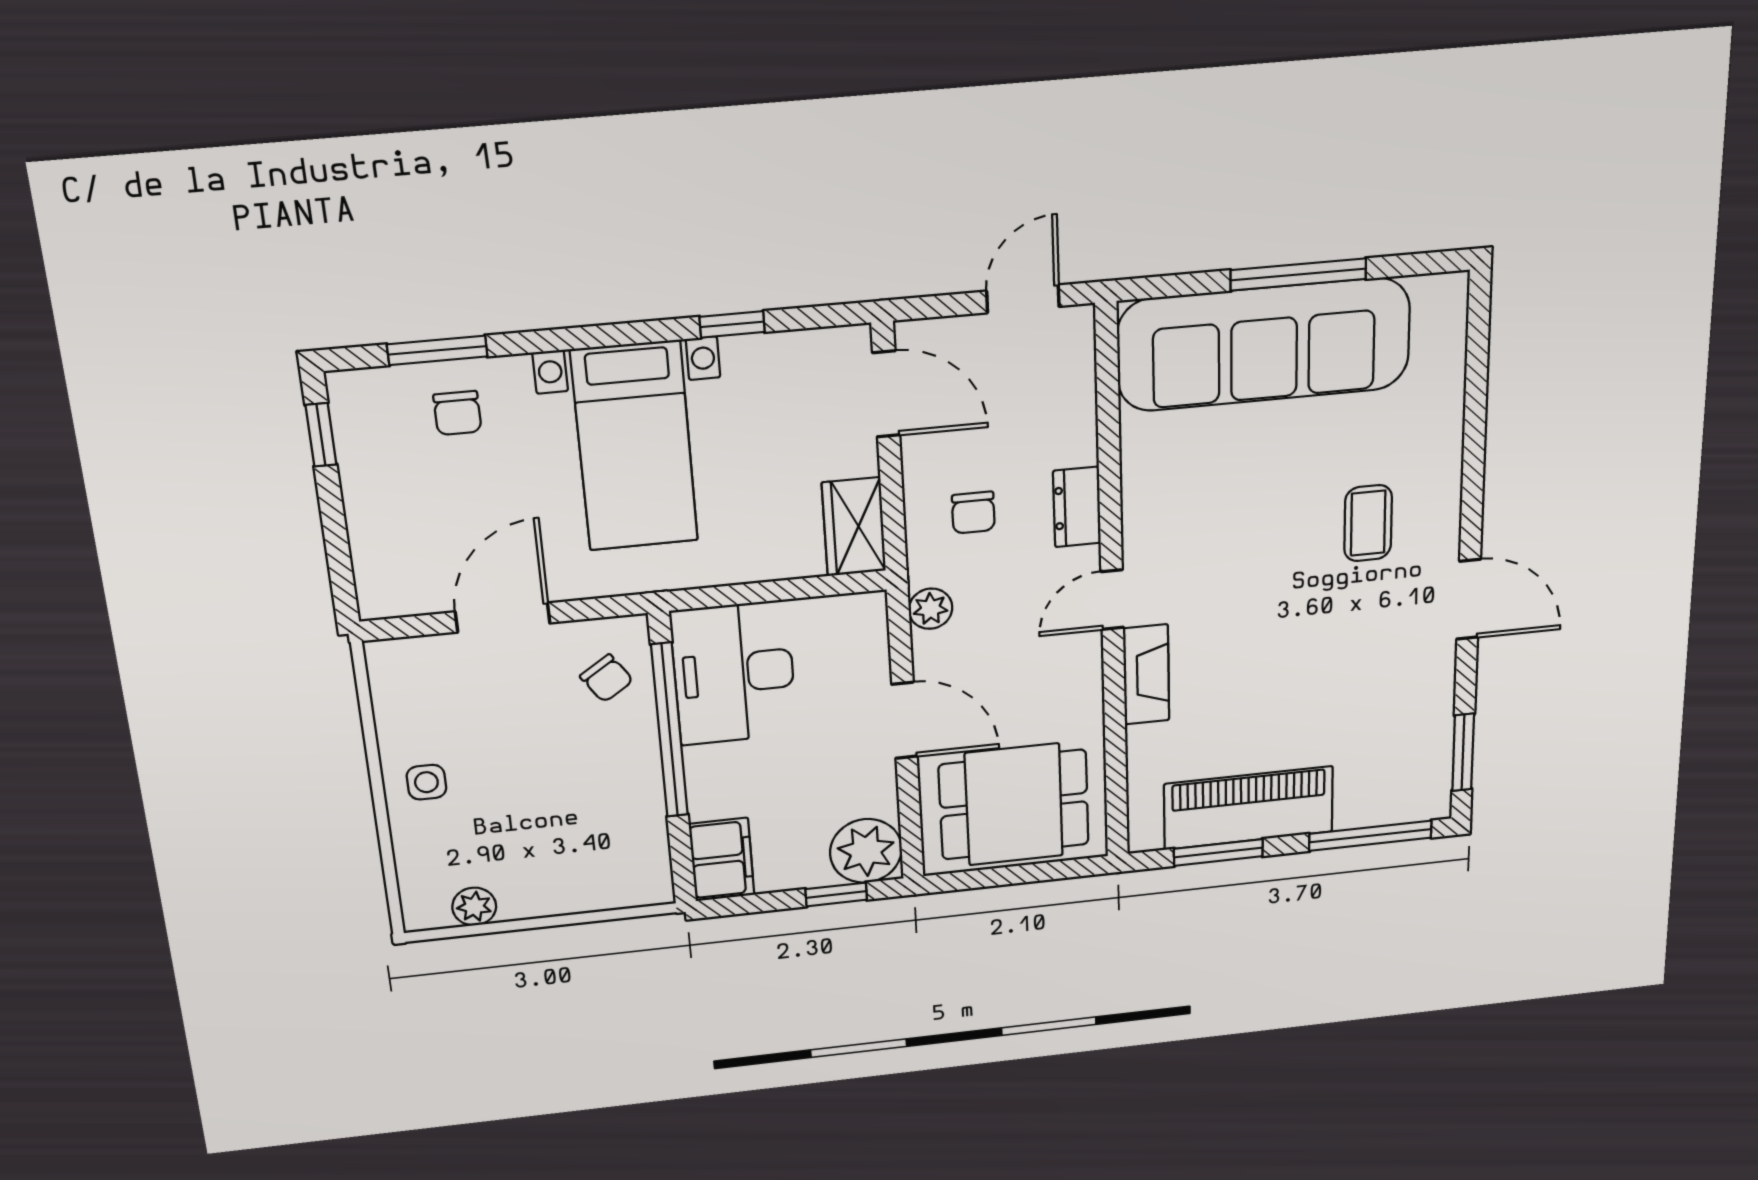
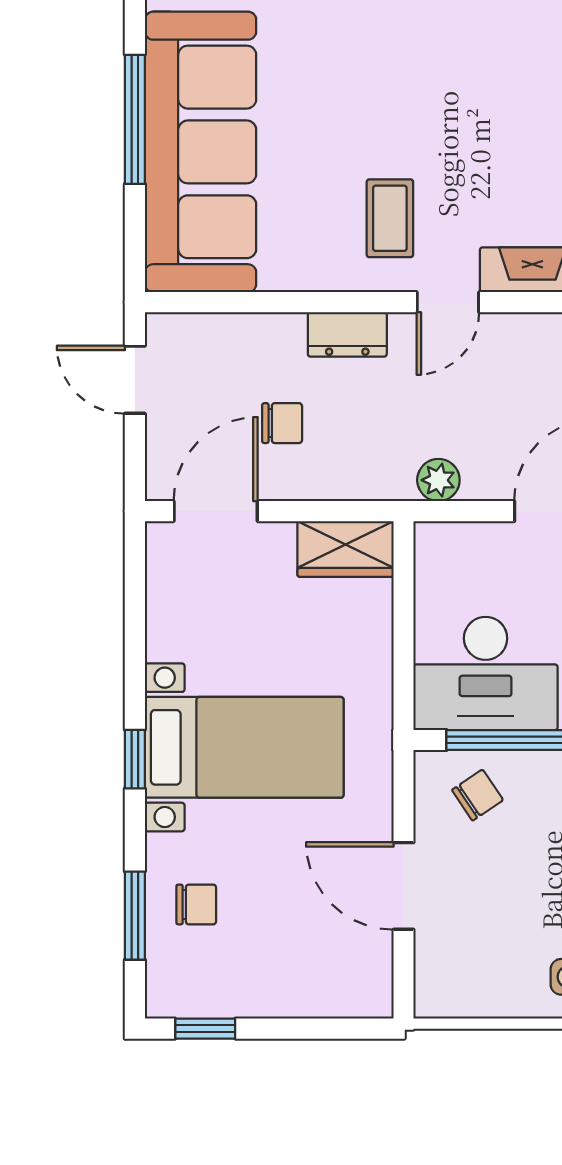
window: (732, 324) -> (135, 759), moved
chair: (973, 513) -> (282, 423), moved
coffee table: (1368, 523) -> (390, 218), moved, turned 90
door: (1112, 600) -> (448, 302), hinge flipped

